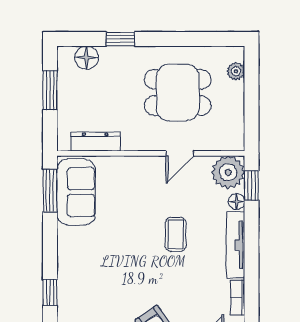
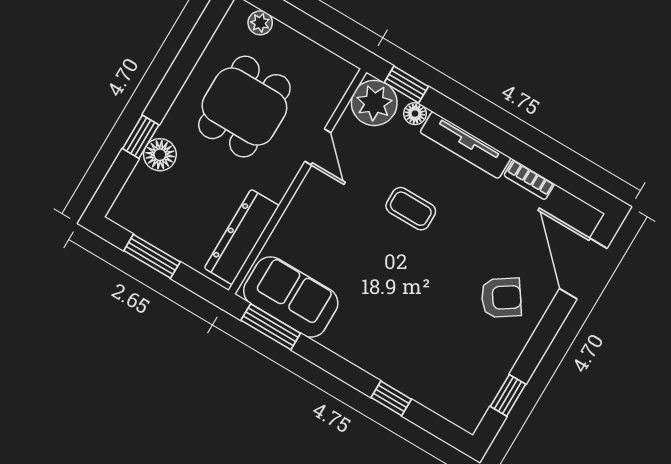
floor lamp: (87, 58) -> (160, 155), moved
dresser: (95, 142) -> (242, 237), width x1.37, depth x1.24

